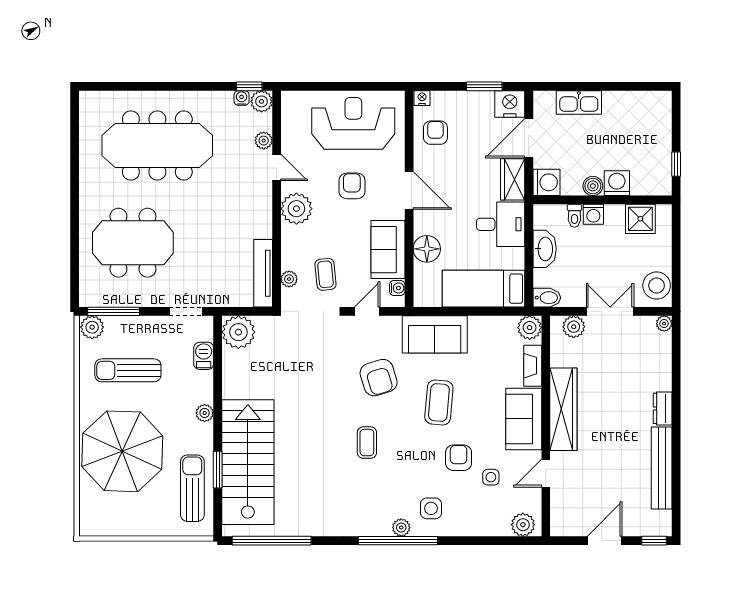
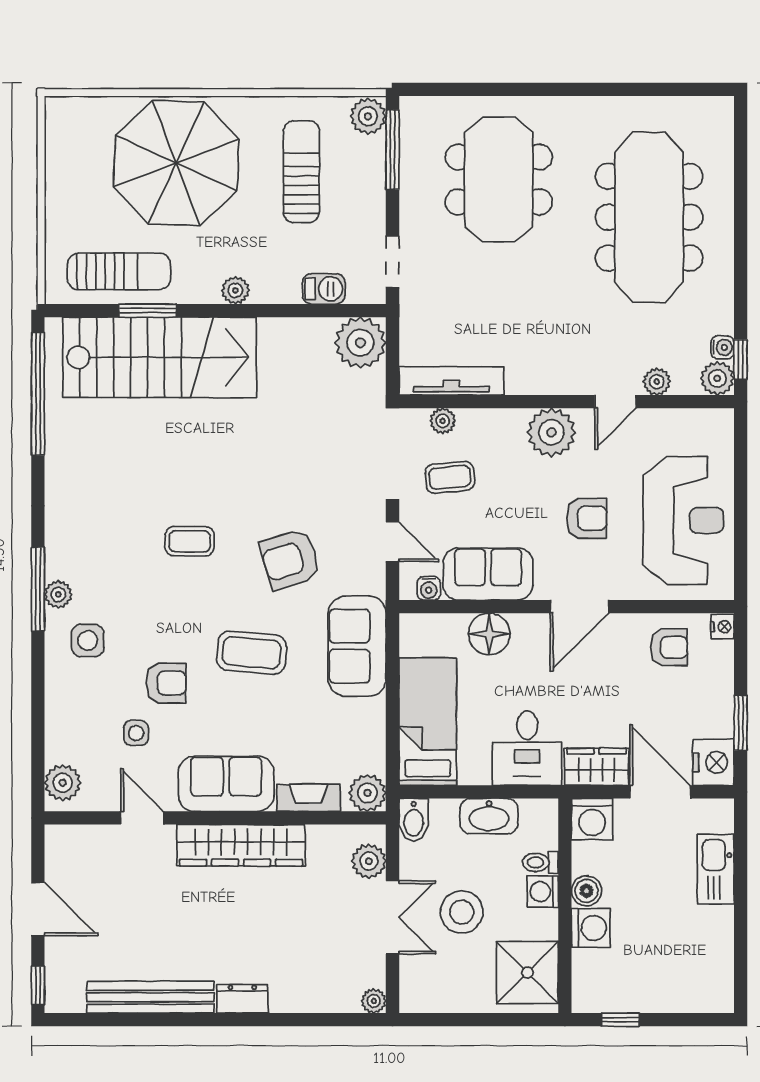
shower: (640, 219) -> (527, 973), width x1.36, depth x1.36
stool: (657, 286) -> (462, 912), moved
window: (398, 541) -> (38, 589), width x0.68

